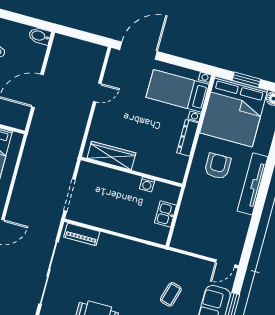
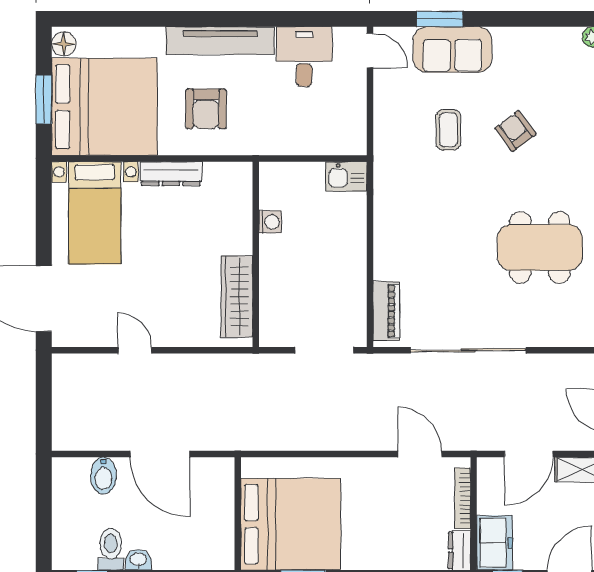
bidet: (40, 36) -> (103, 476), moved
armchair: (218, 166) -> (206, 109), turned -90
kitchen sink: (165, 214) -> (346, 176), moved
desk: (232, 227) -> (304, 57), added
coffee table: (171, 294) -> (448, 130), turned 74

